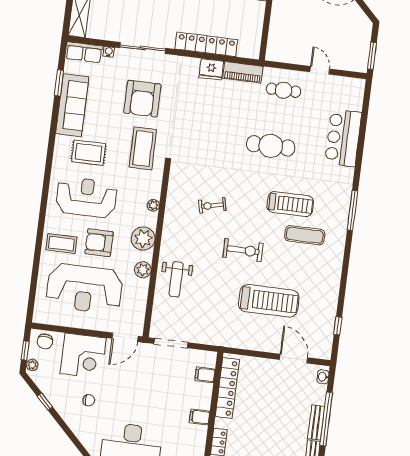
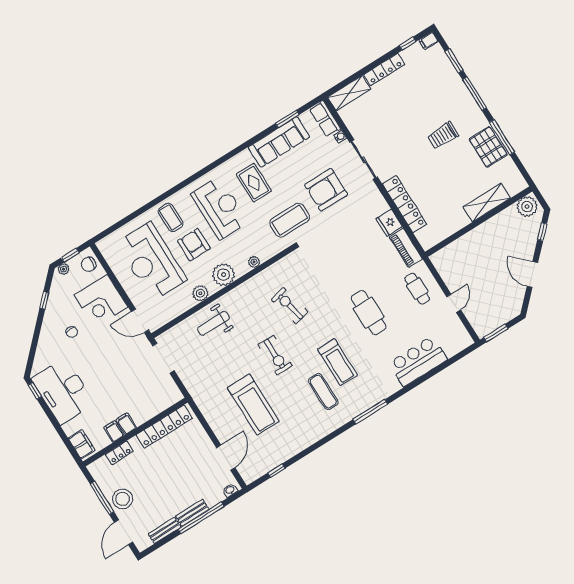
exercise bike: (212, 205) -> (290, 306), width x1.38, depth x1.39
filing cabinet: (205, 375) -> (114, 431), moved

